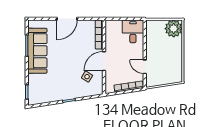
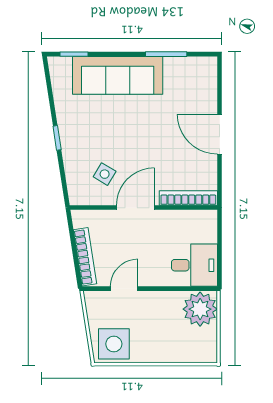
plant: (174, 29) -> (200, 309), moved
sofa: (37, 51) -> (118, 75), moved
door: (104, 61) -> (135, 208), hinge flipped
side table: (173, 72) -> (114, 344), added

